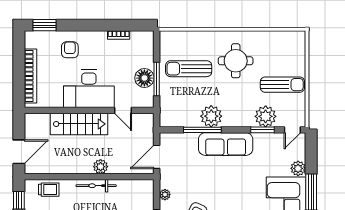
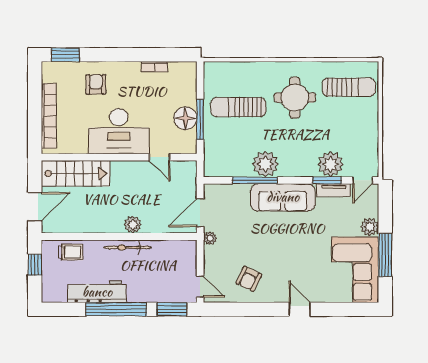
sun lounger: (282, 85) -> (349, 87), moved
stairs: (79, 124) -> (76, 173), moved
tv unit: (268, 138) -> (334, 190), added
plant: (165, 195) -> (210, 238), moved

